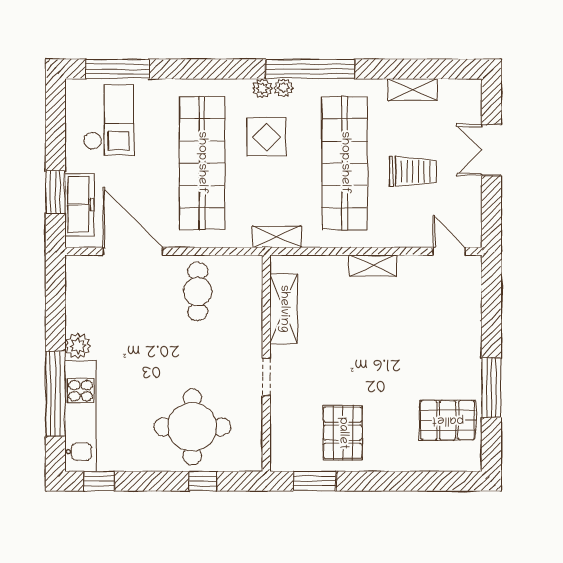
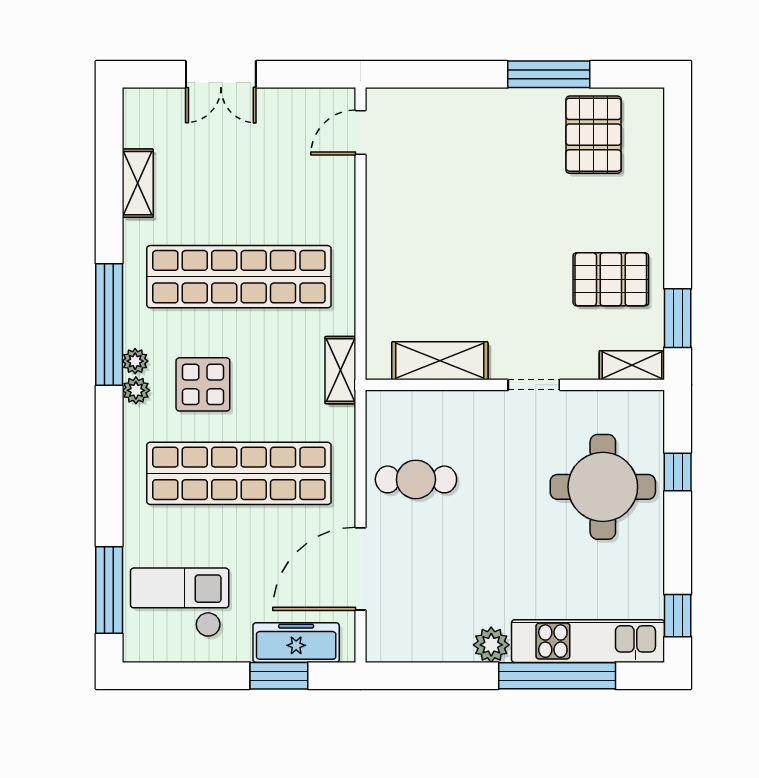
trolley: (412, 171) -> (250, 183), removed
shelving: (373, 265) -> (632, 365), moved, turned 90

